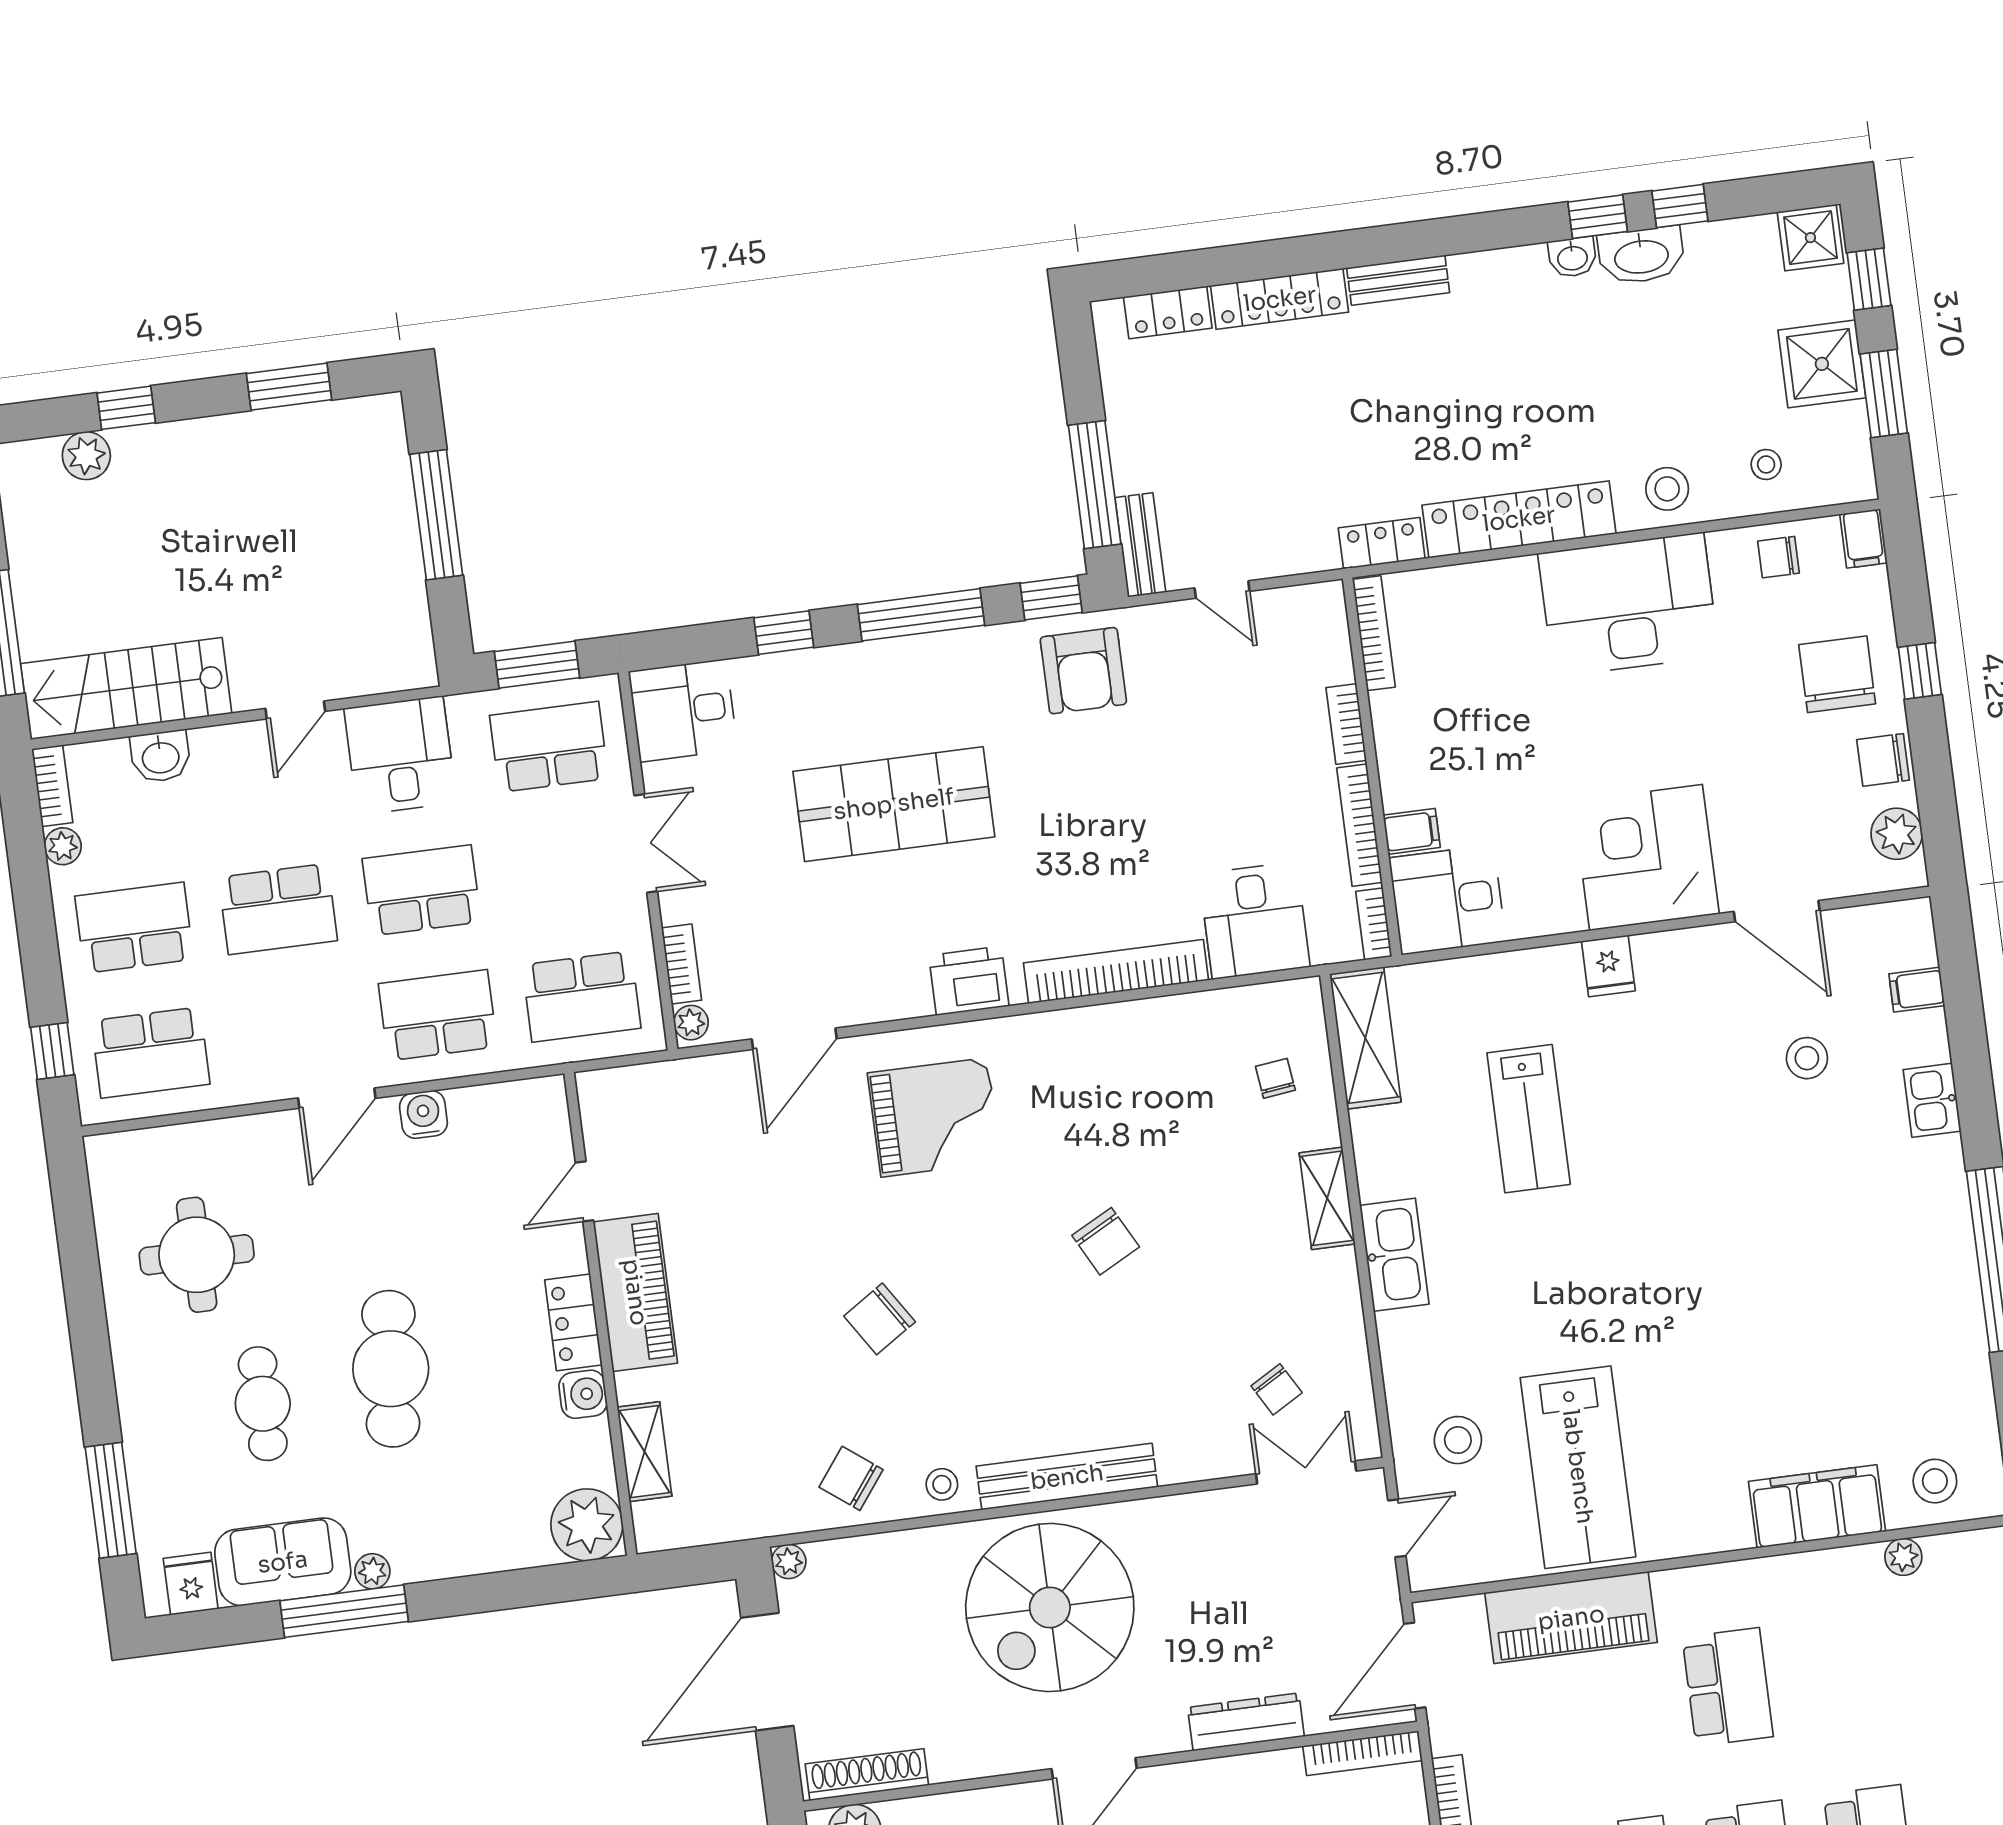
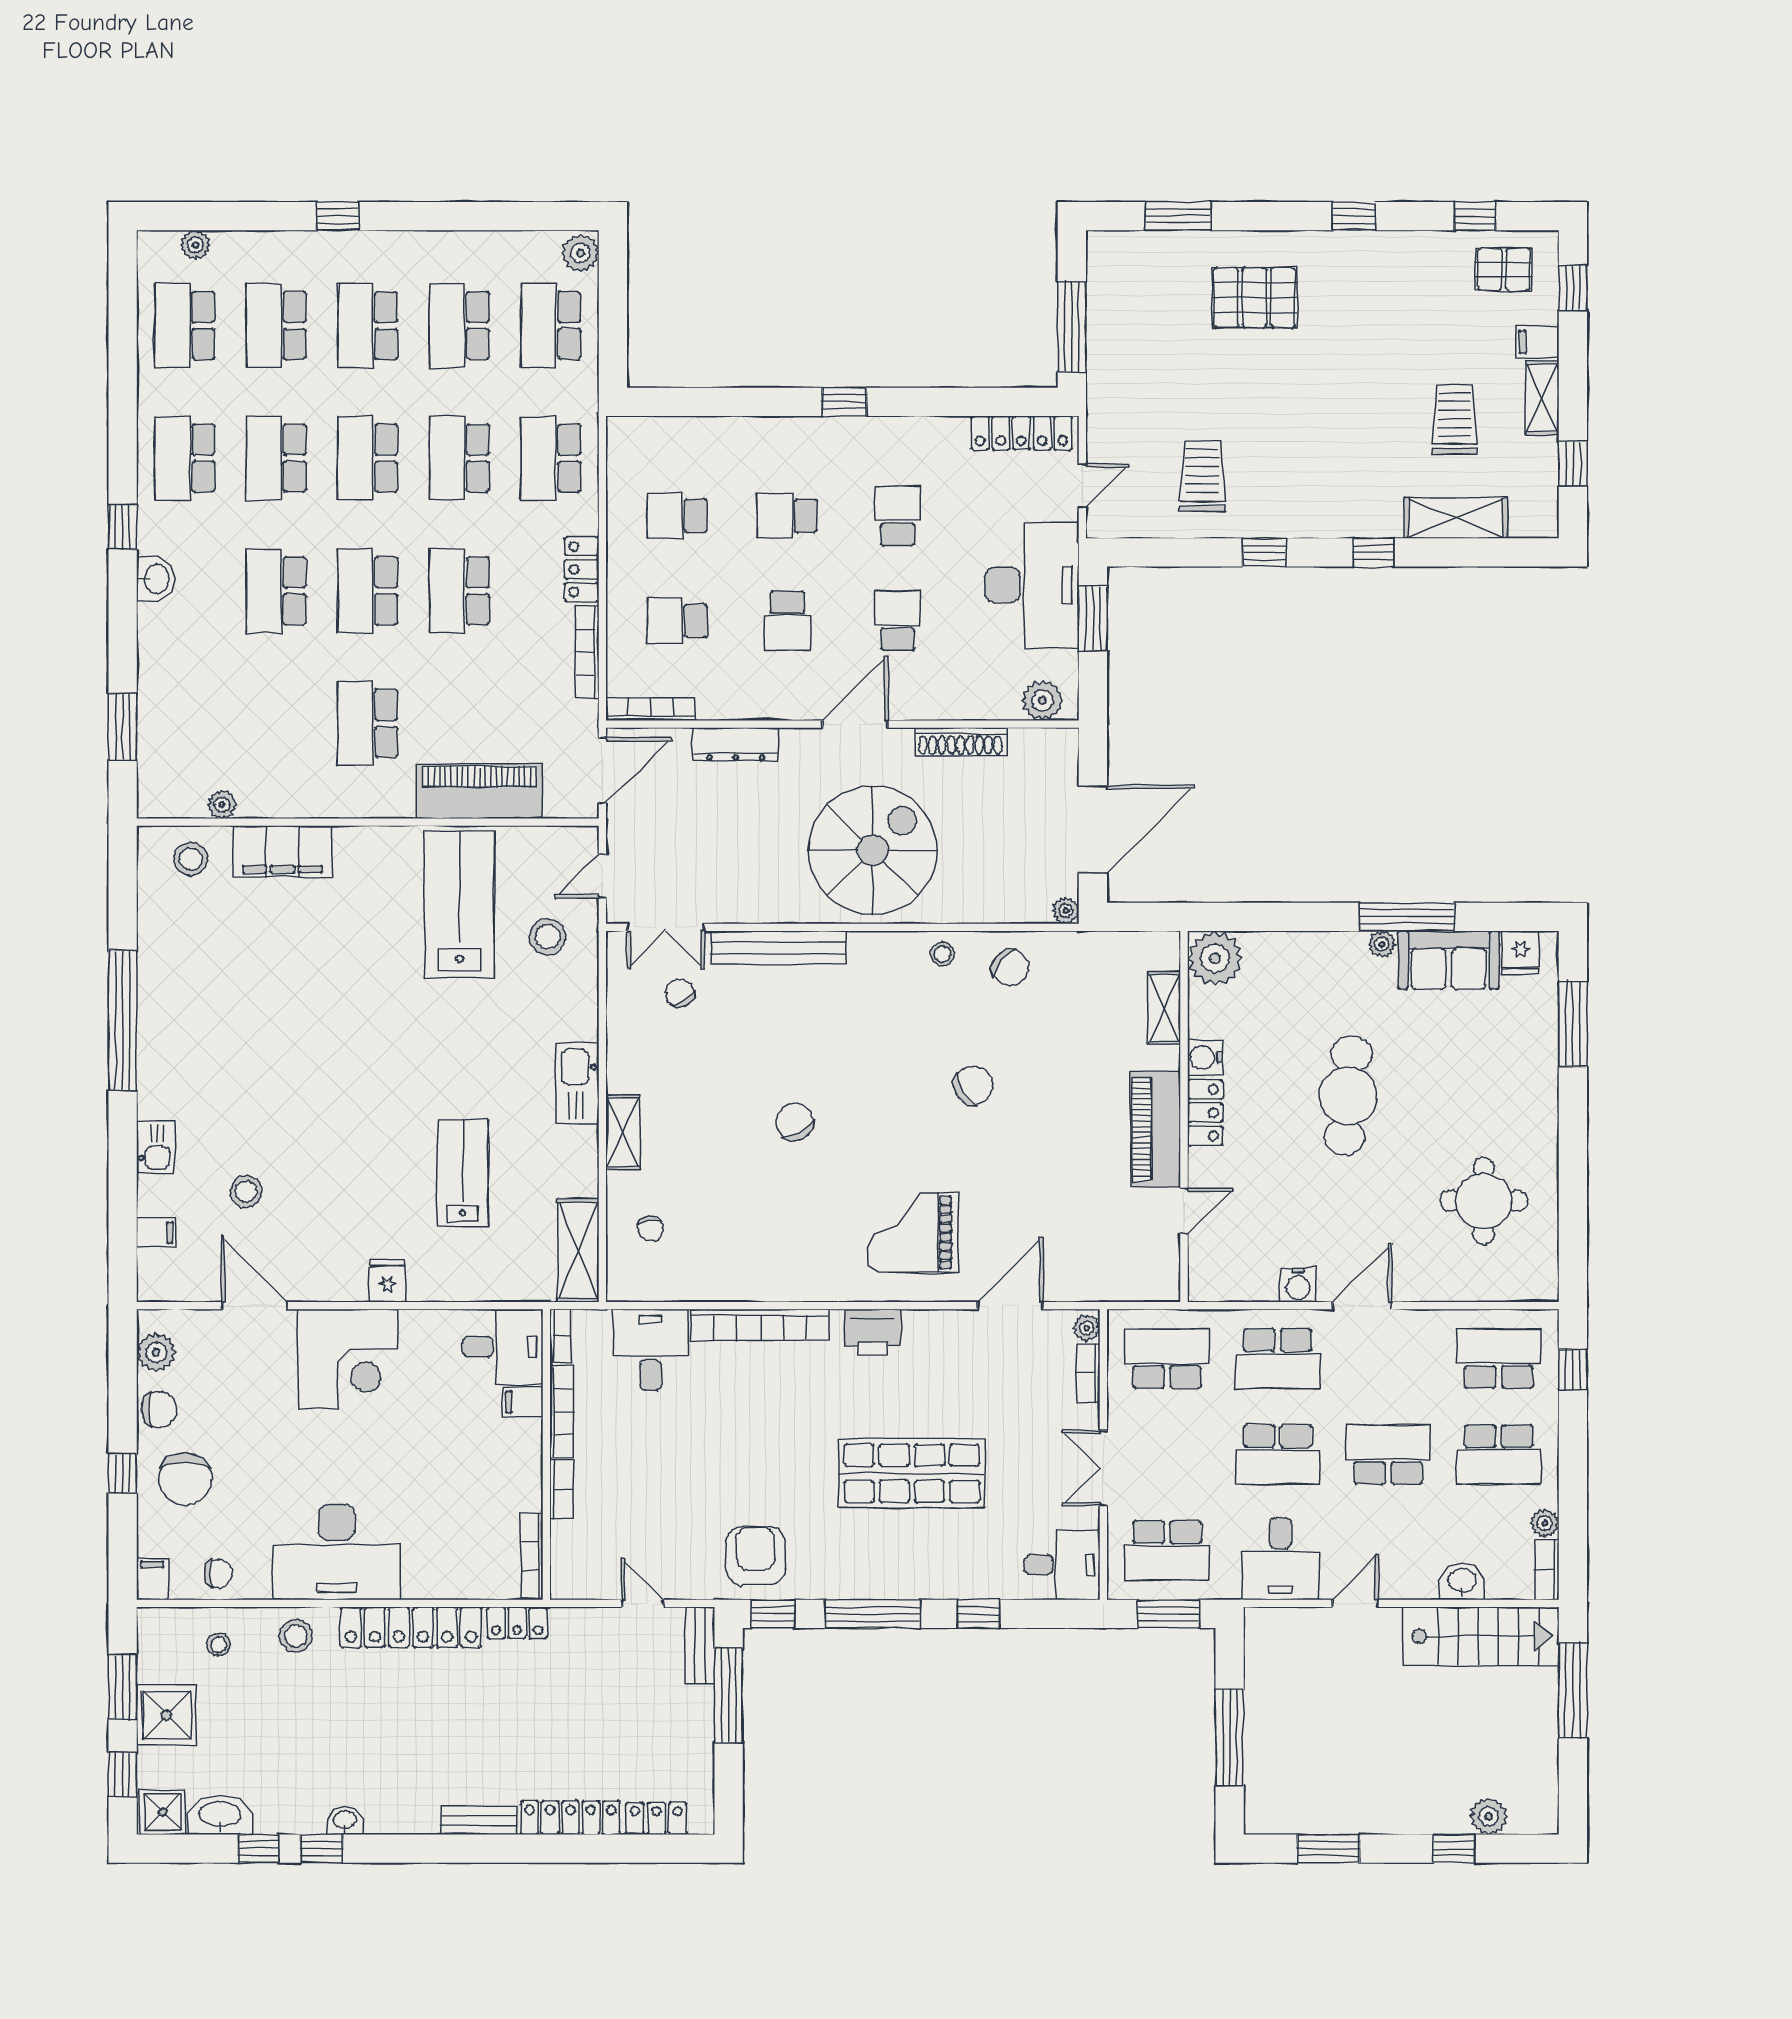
washbasin: (1641, 255) -> (220, 1815), moved
cafe table: (263, 1404) -> (1448, 1082), removed
bench: (1067, 1477) -> (778, 948), moved
shoe rack: (867, 1775) -> (961, 742), moved

